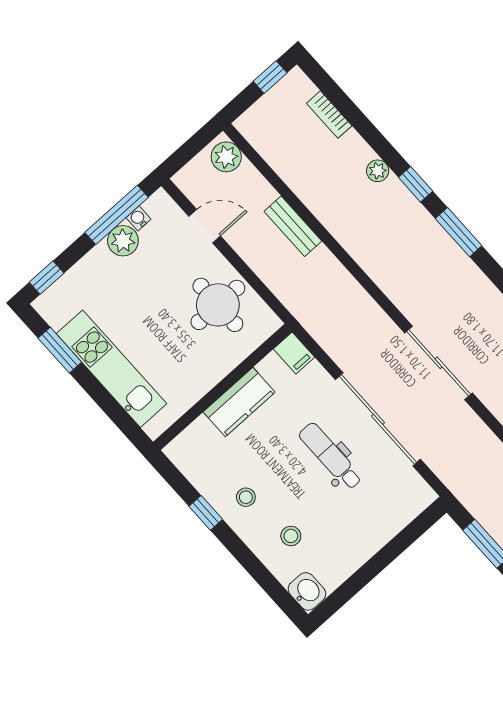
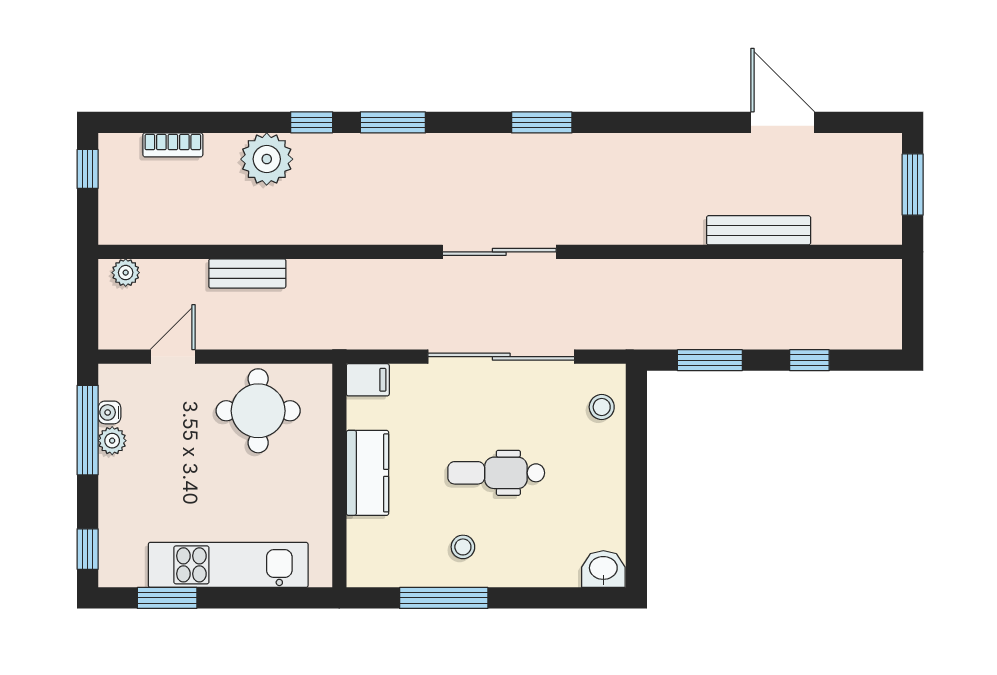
plant: (226, 157) -> (126, 273), width x0.73, depth x0.73
plant: (378, 171) -> (267, 159), width x1.88, depth x1.88
plant: (123, 241) -> (112, 441), width x0.73, depth x0.73
dental chair: (331, 456) -> (496, 473), moved
window: (206, 513) -> (444, 598), width x2.17
stool: (291, 536) -> (602, 407), moved

